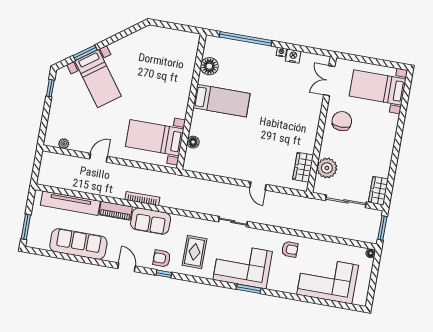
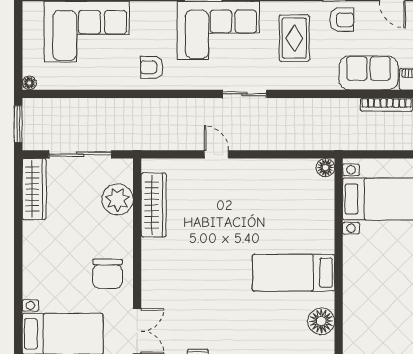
floor lamp: (193, 142) -> (325, 168), moved
wardrobe: (303, 167) -> (154, 205), width x1.50
wardrobe: (378, 191) -> (34, 189), width x1.50

